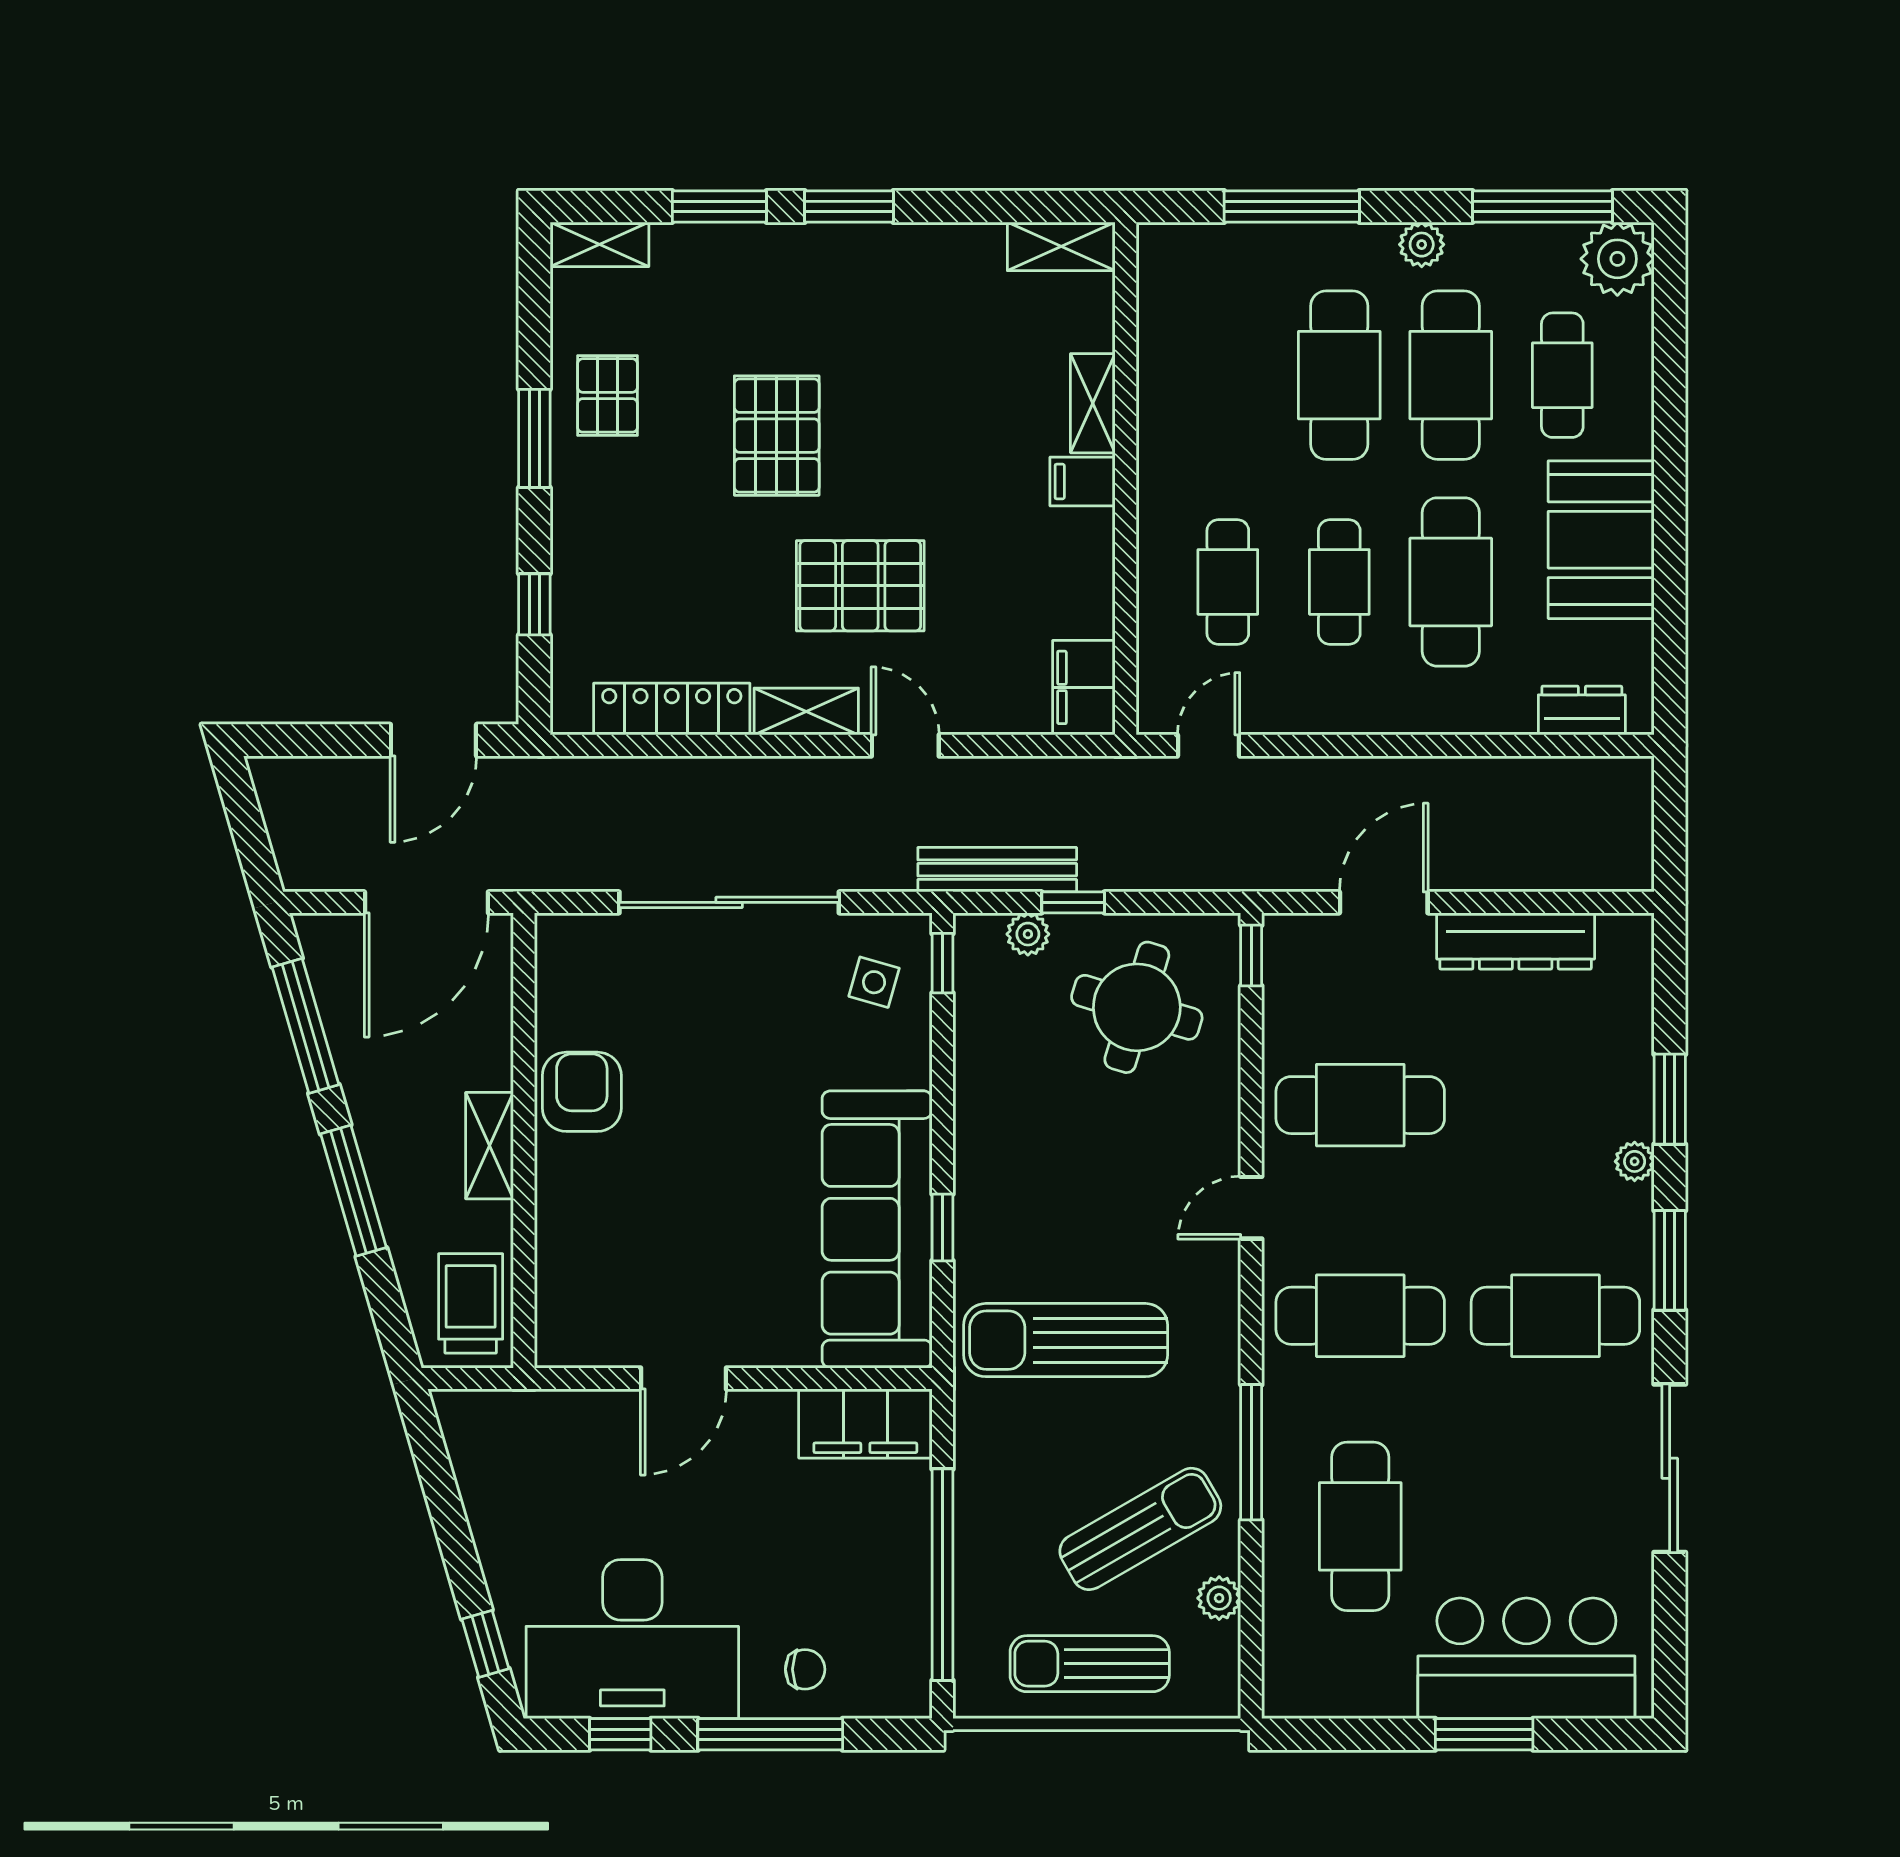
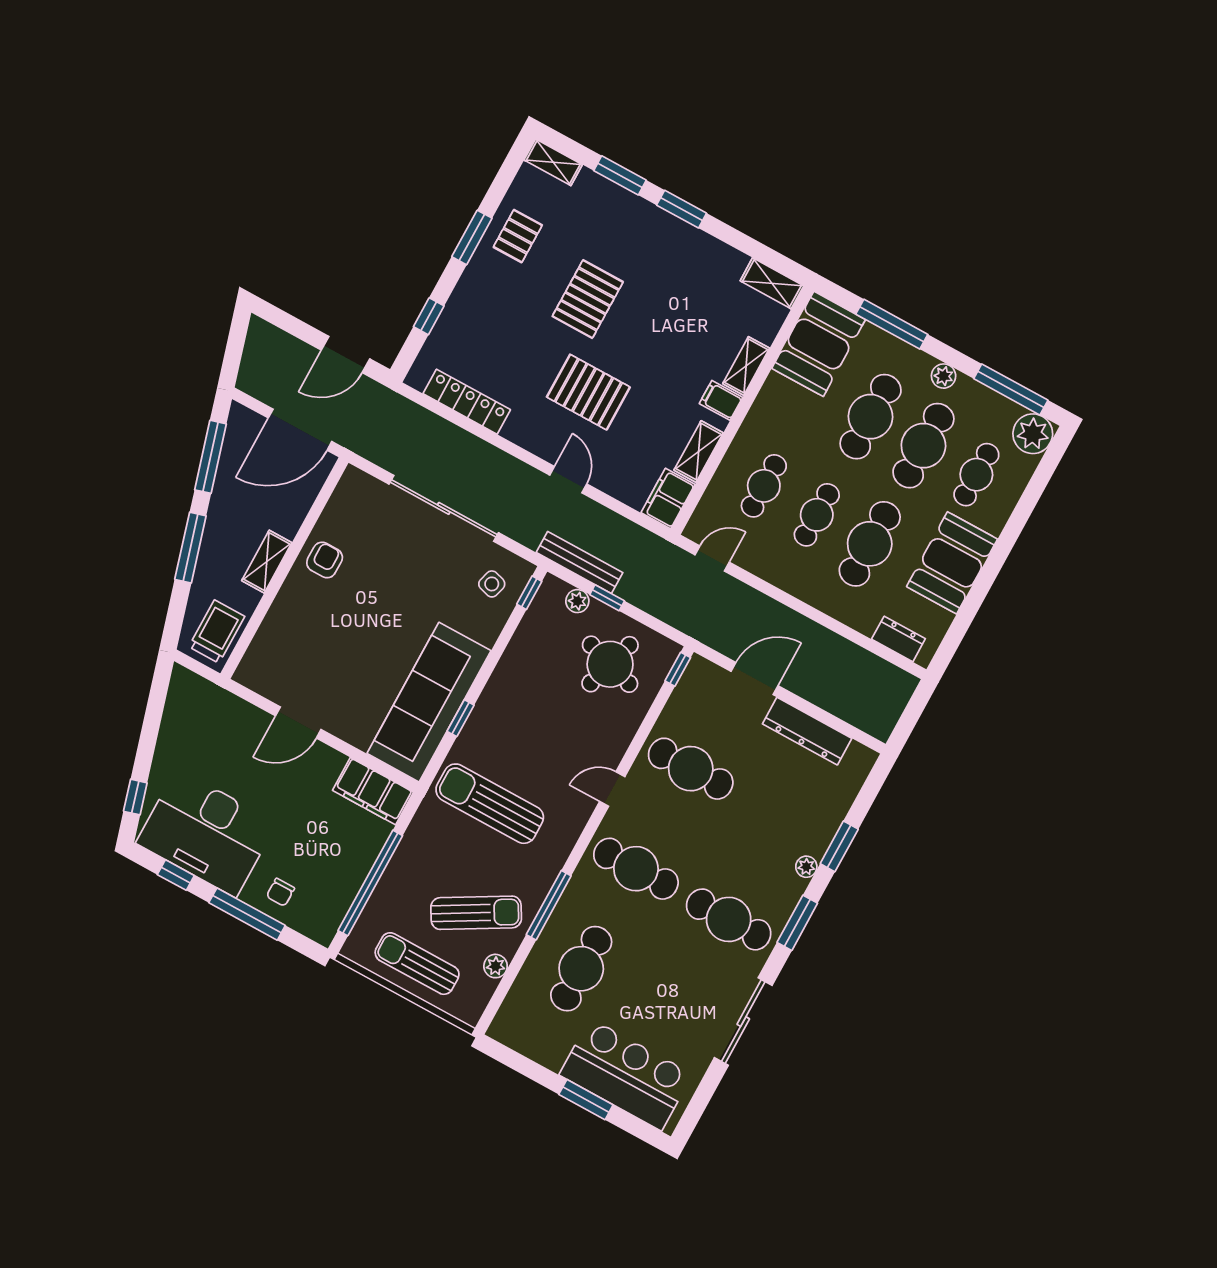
booth: (1191, 303) -> (819, 344), added
shelving: (806, 711) -> (699, 452), moved, turned 90
armchair: (582, 1092) -> (325, 560), width x0.72, depth x0.72
chair: (805, 1669) -> (280, 892), turned 90

